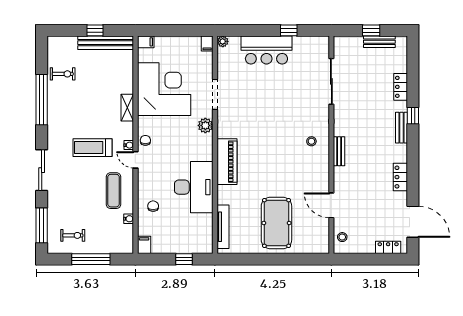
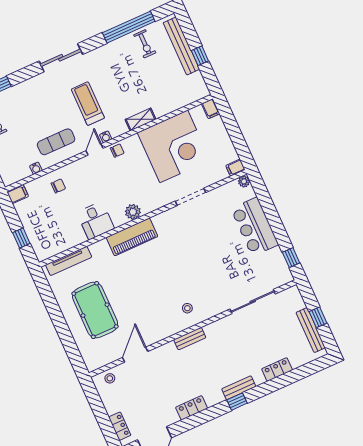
window: (289, 30) -> (291, 258), moved
bench: (379, 42) -> (311, 330), width x1.36
bench: (106, 43) -> (181, 46), moved
window: (42, 100) -> (129, 27), moved
window: (413, 116) -> (237, 402), moved
plant: (205, 125) -> (133, 212), moved
sliding door: (42, 170) -> (61, 58), moved
desk: (194, 187) -> (95, 221), width x0.53, depth x0.77
pool table: (276, 223) -> (95, 310), turned 90

